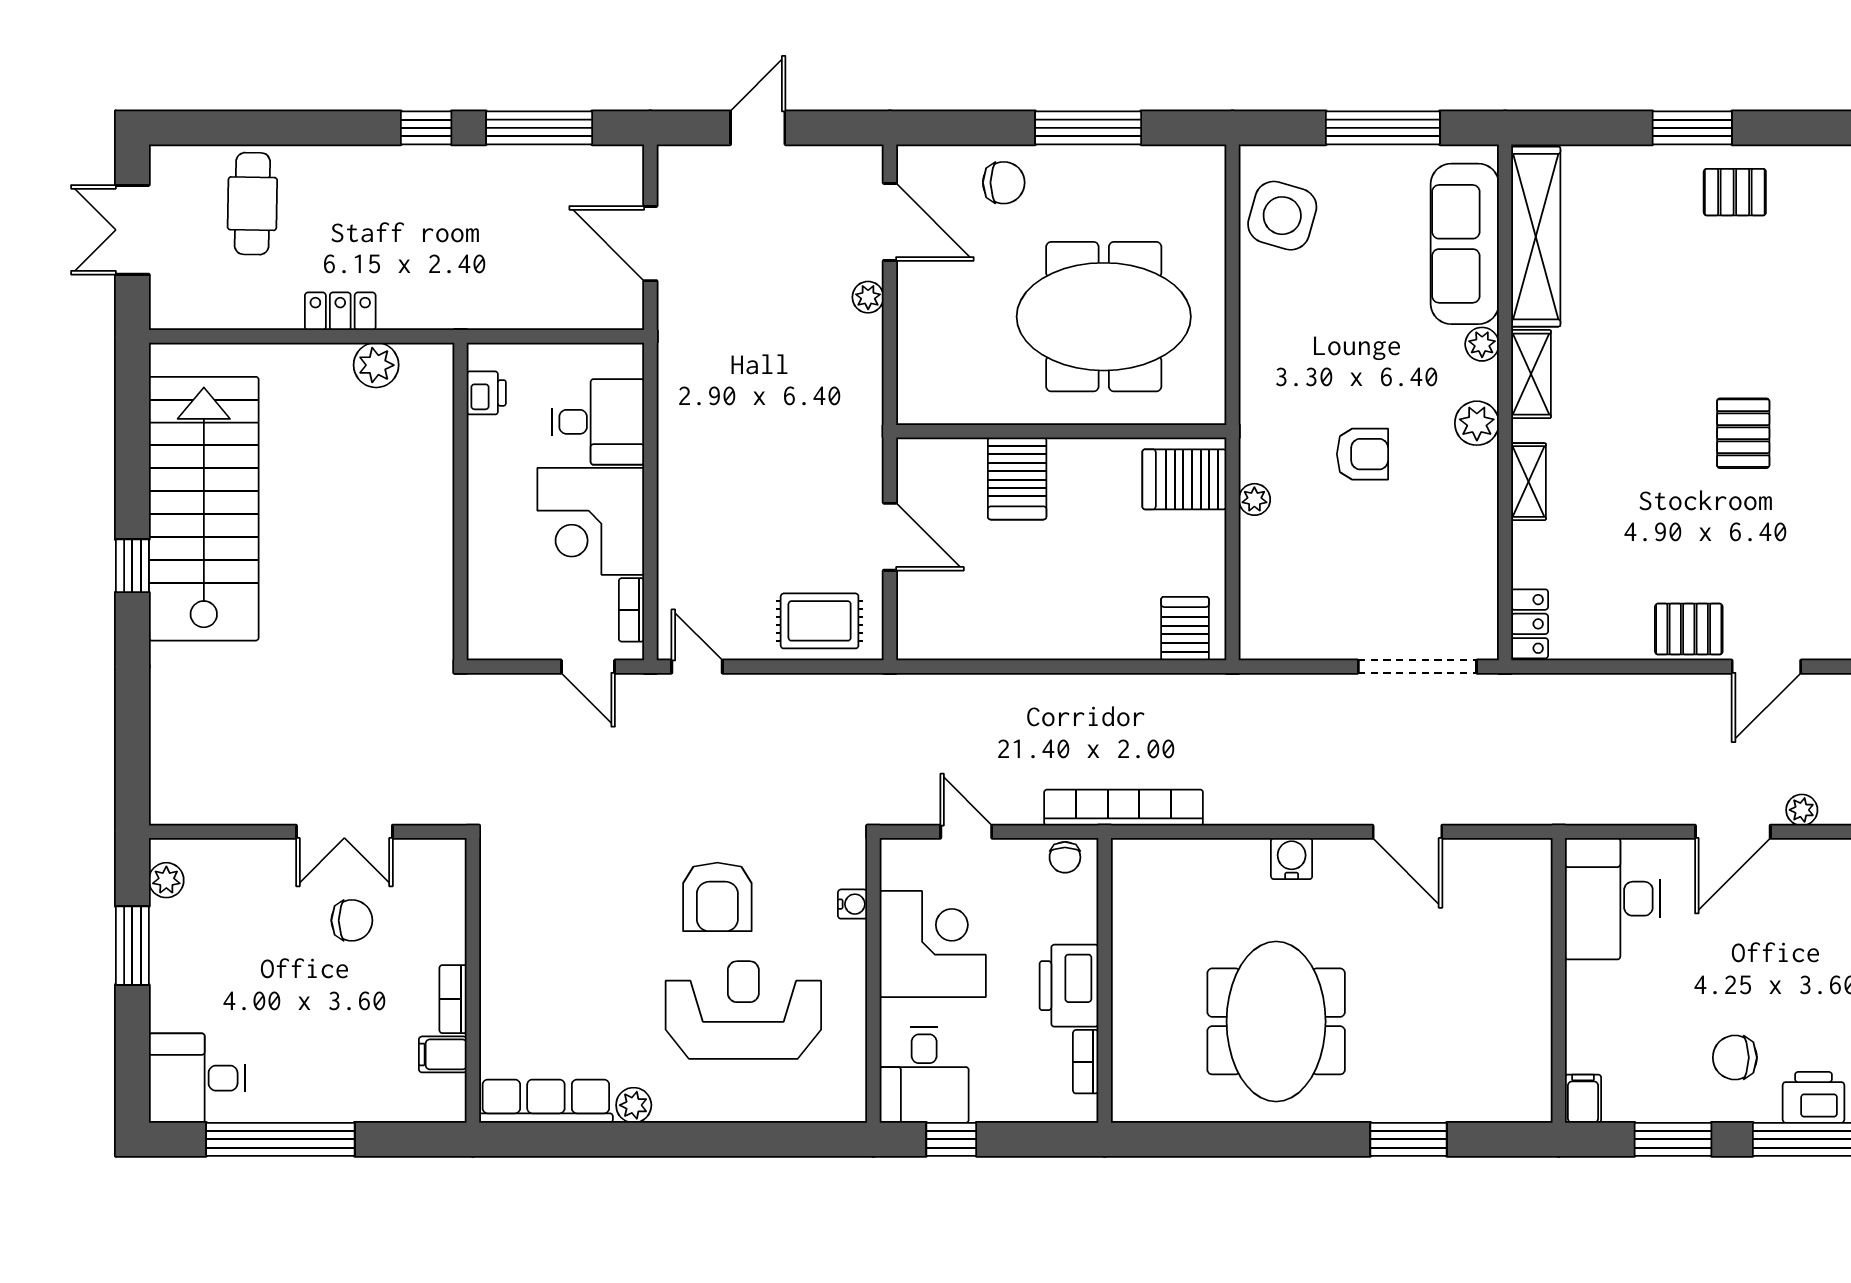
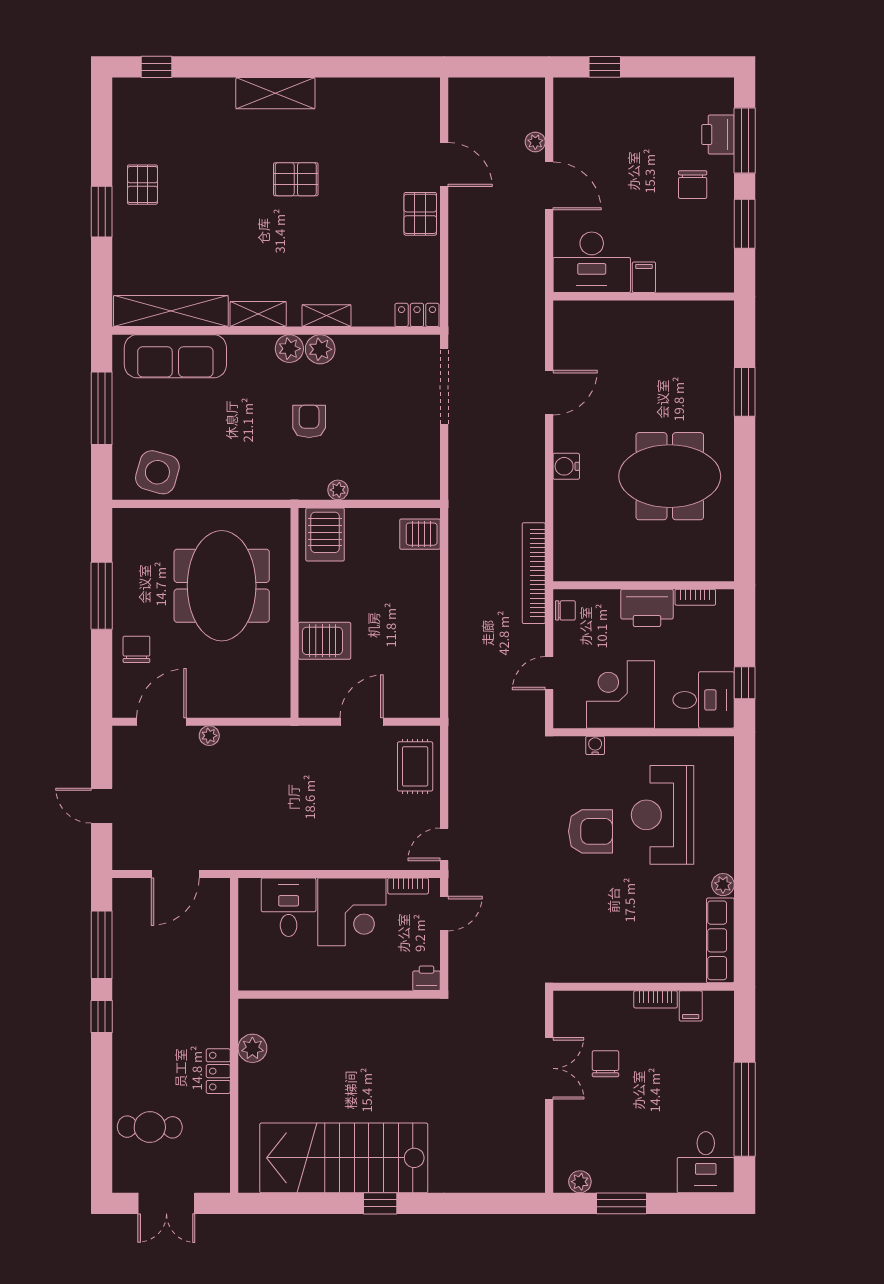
plant: (1482, 344) -> (320, 349), moved, width x1.38, depth x1.38
printer: (486, 393) -> (427, 978), moved
filing cabinet: (1583, 1099) -> (644, 277), moved, turned 90

